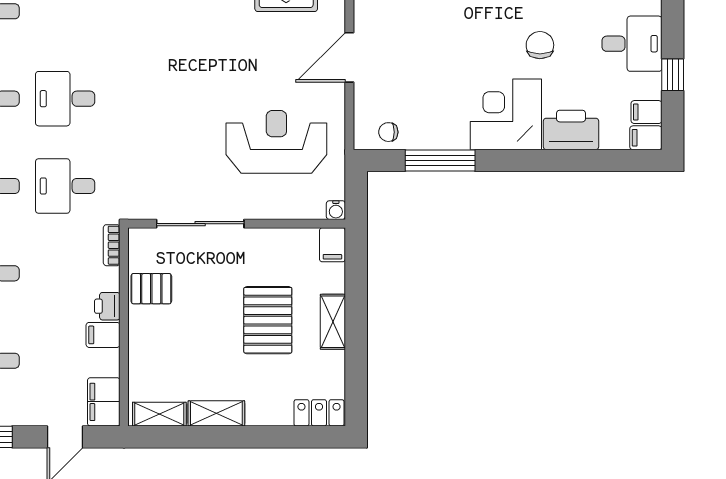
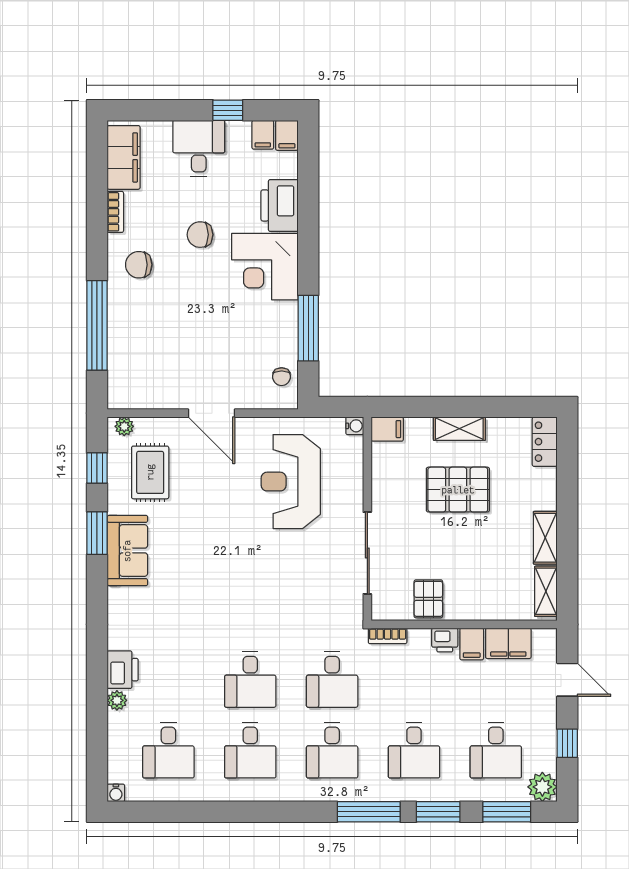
filing cabinet: (104, 402) -> (508, 643), moved

